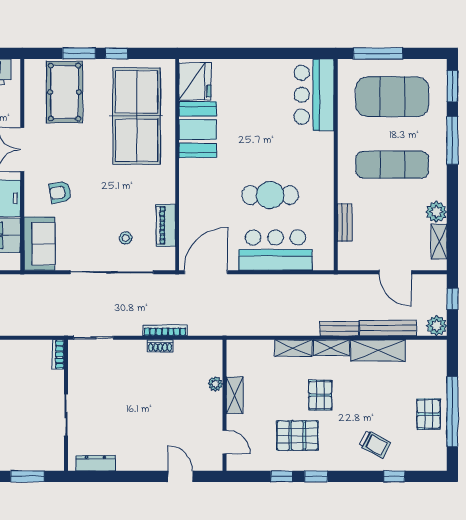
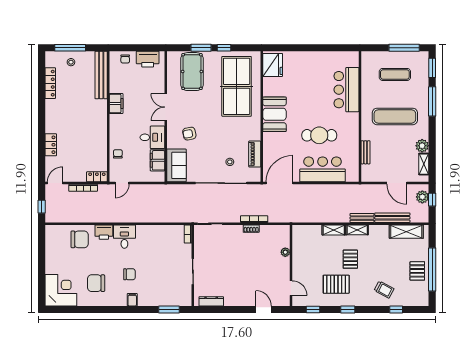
window: (378, 53) -> (404, 48), moved
bar counter: (314, 95) -> (346, 90), moved
exercise mat: (392, 97) -> (395, 74), width x0.50, depth x0.69
booth: (198, 130) -> (274, 114), moved
plant: (437, 326) -> (422, 197), moved
shelving: (378, 351) -> (406, 232), moved
shelving: (235, 395) -> (297, 259), removed
window: (282, 476) -> (313, 309), moved

